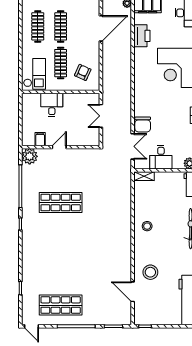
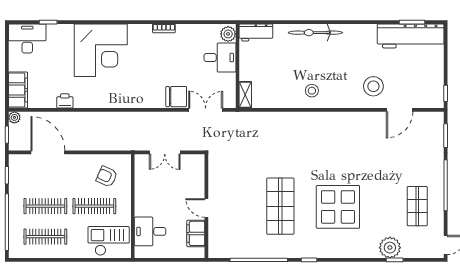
printer: (142, 36) -> (65, 101), width x0.53, depth x0.68
desk: (52, 105) -> (150, 231), moved
filing cabinet: (40, 139) -> (196, 233), width x2.00
plant: (30, 156) -> (390, 248), moved
desk: (161, 157) -> (220, 58), moved
display table: (60, 246) -> (338, 207), added
shop shelf: (61, 305) -> (417, 206), width x0.70, depth x0.74

